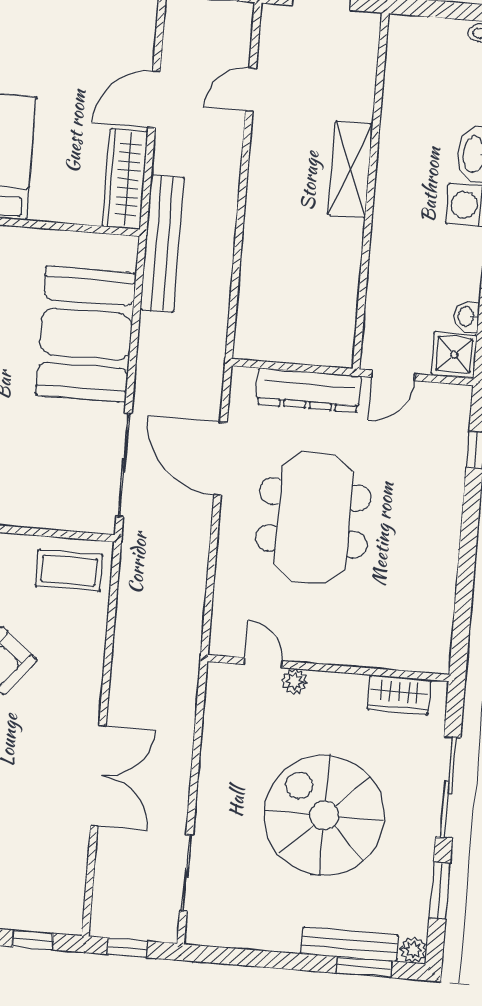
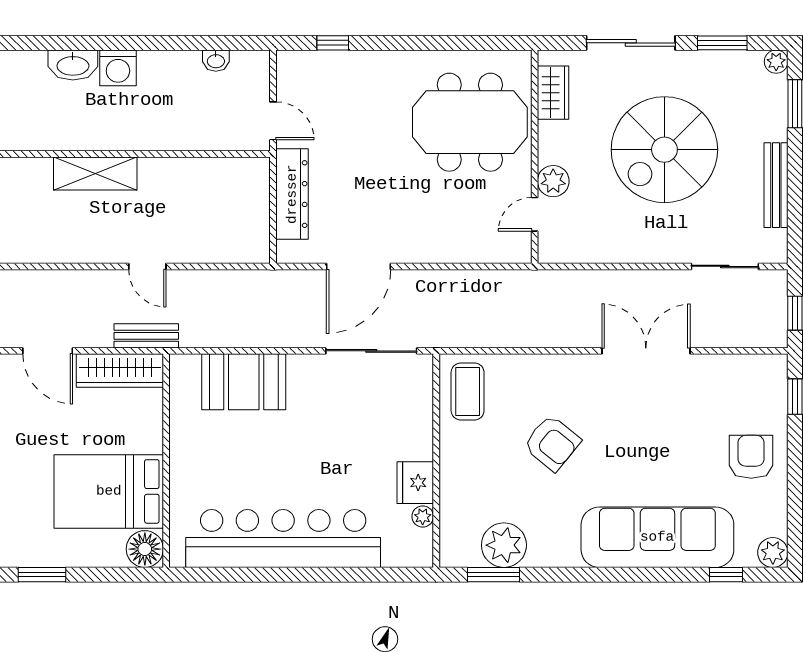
door: (251, 90) -> (147, 266), moved
bench: (162, 244) -> (146, 336), width x0.54, depth x0.82
booth: (86, 334) -> (244, 382), width x0.73, depth x0.70
shower: (454, 355) -> (250, 69), removed
meeting table: (313, 518) -> (470, 122), moved
plant: (295, 681) -> (553, 181), width x1.38, depth x1.38
bench: (350, 944) -> (776, 185), moved

